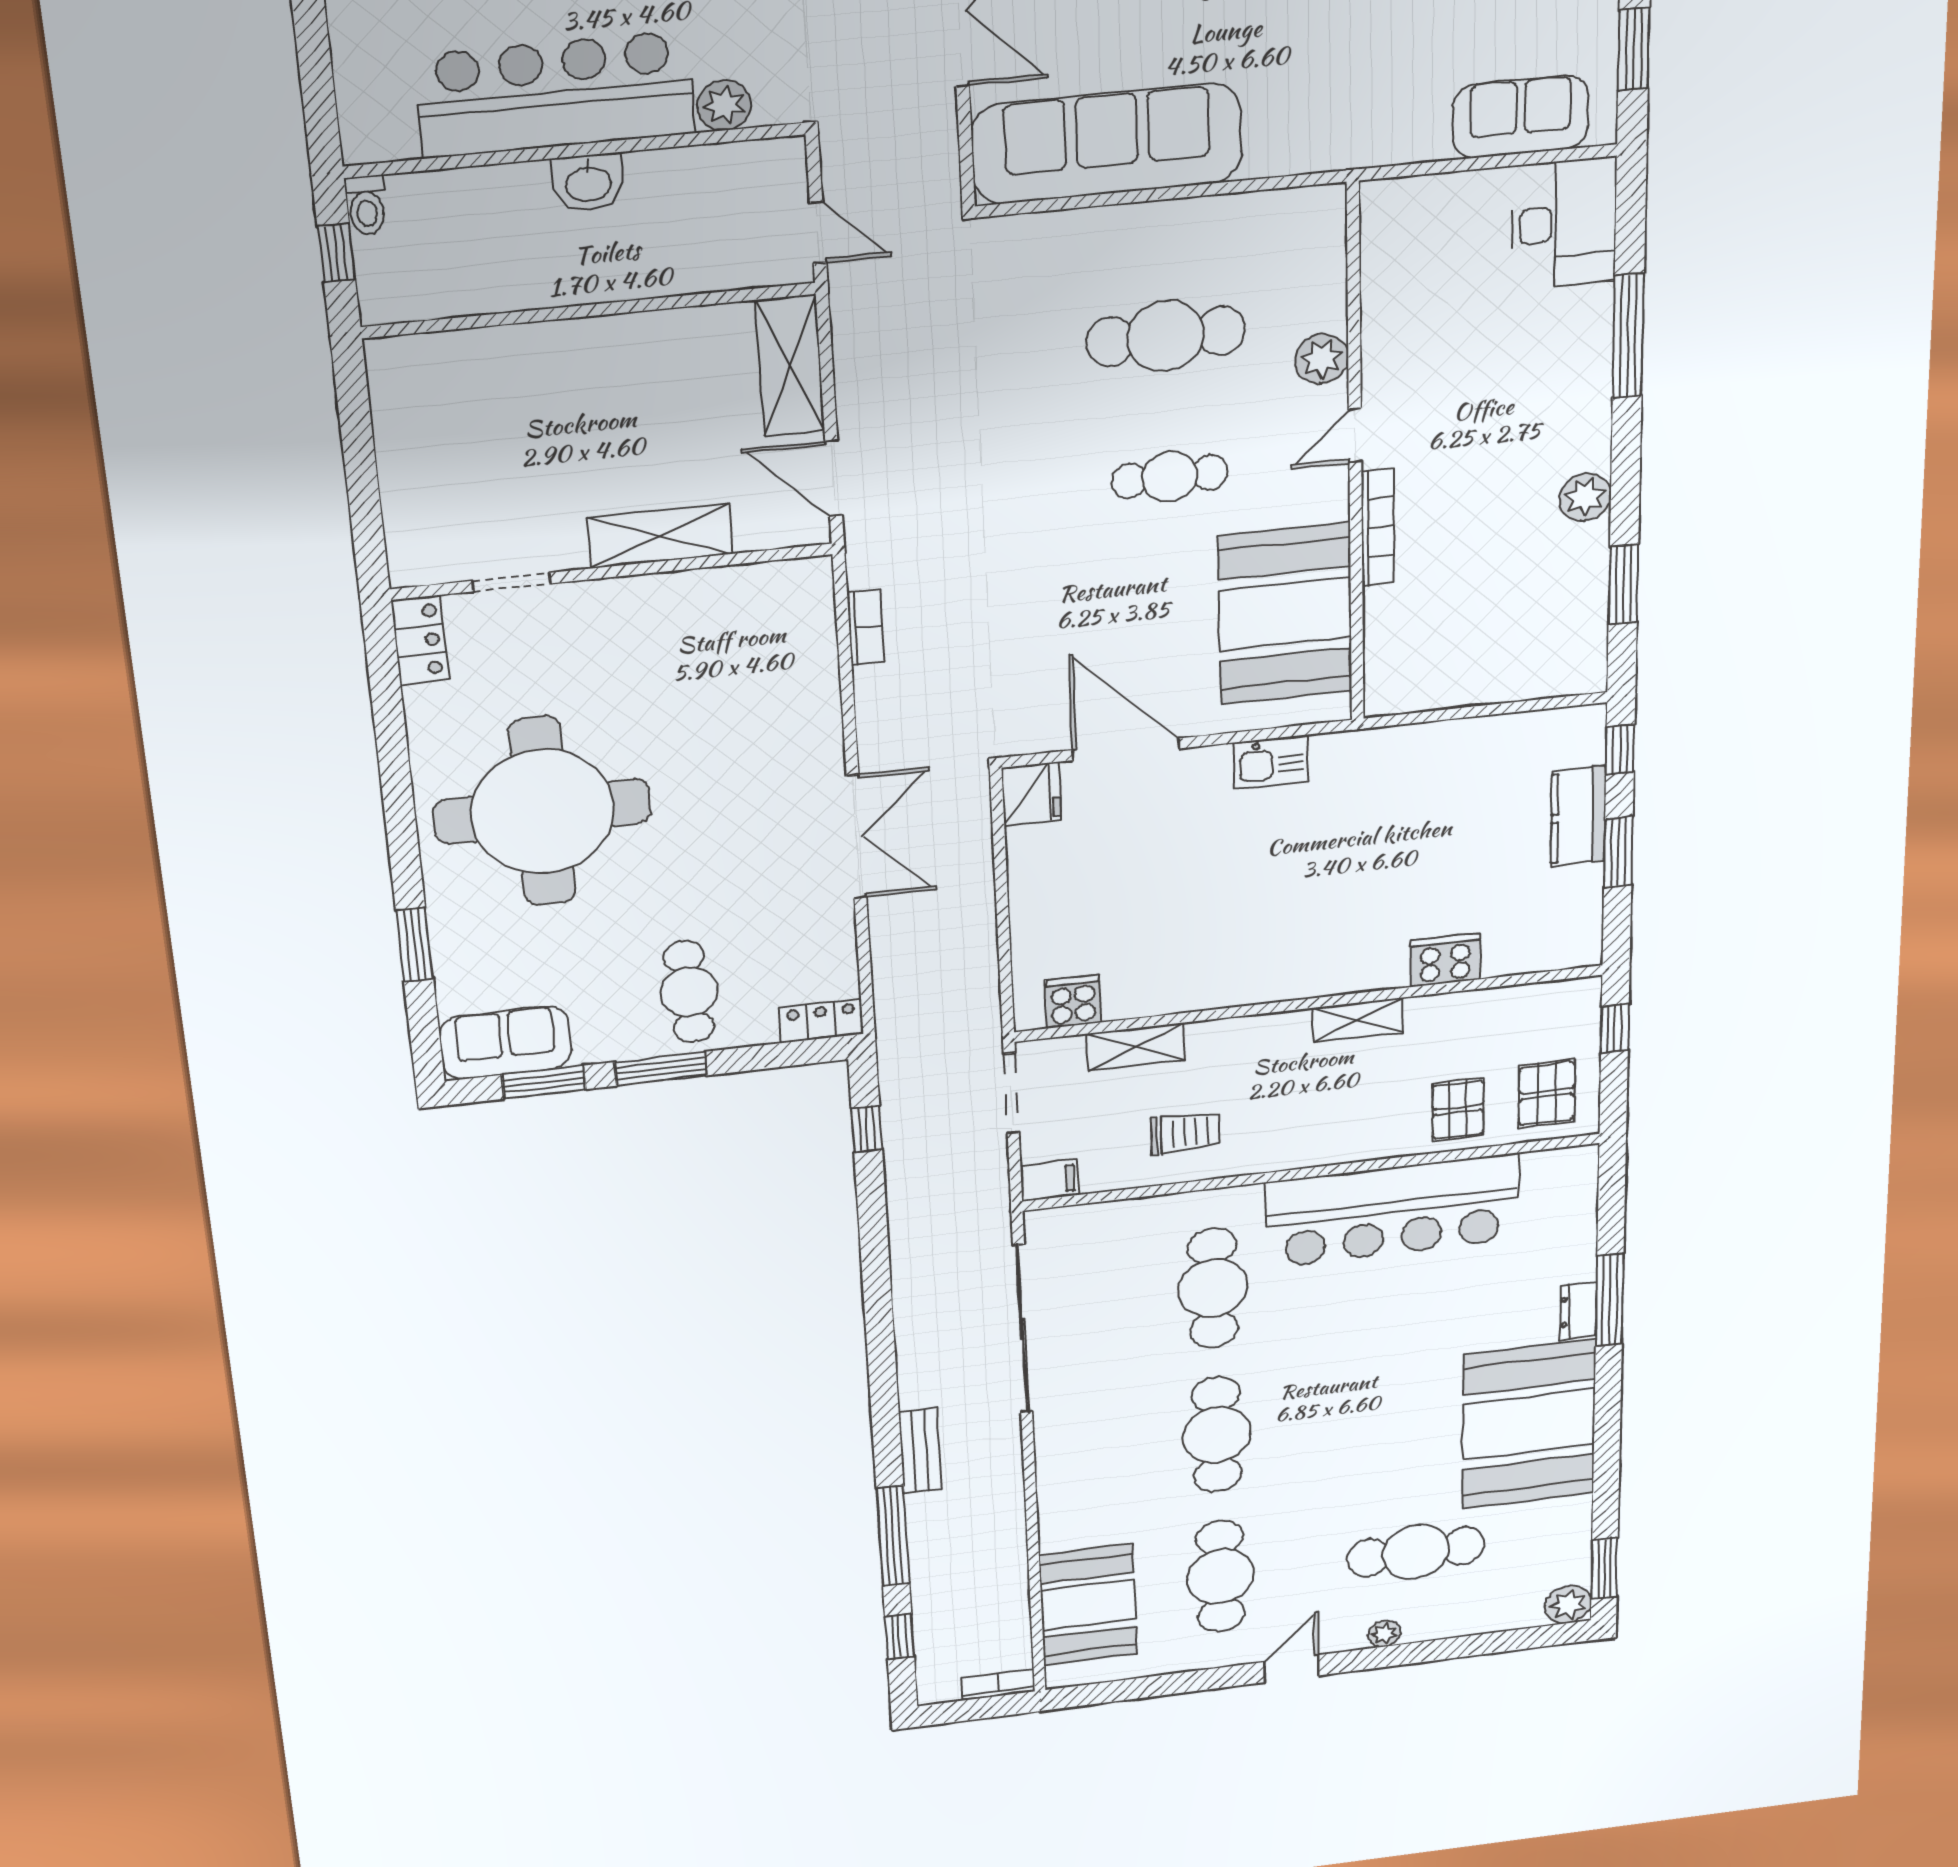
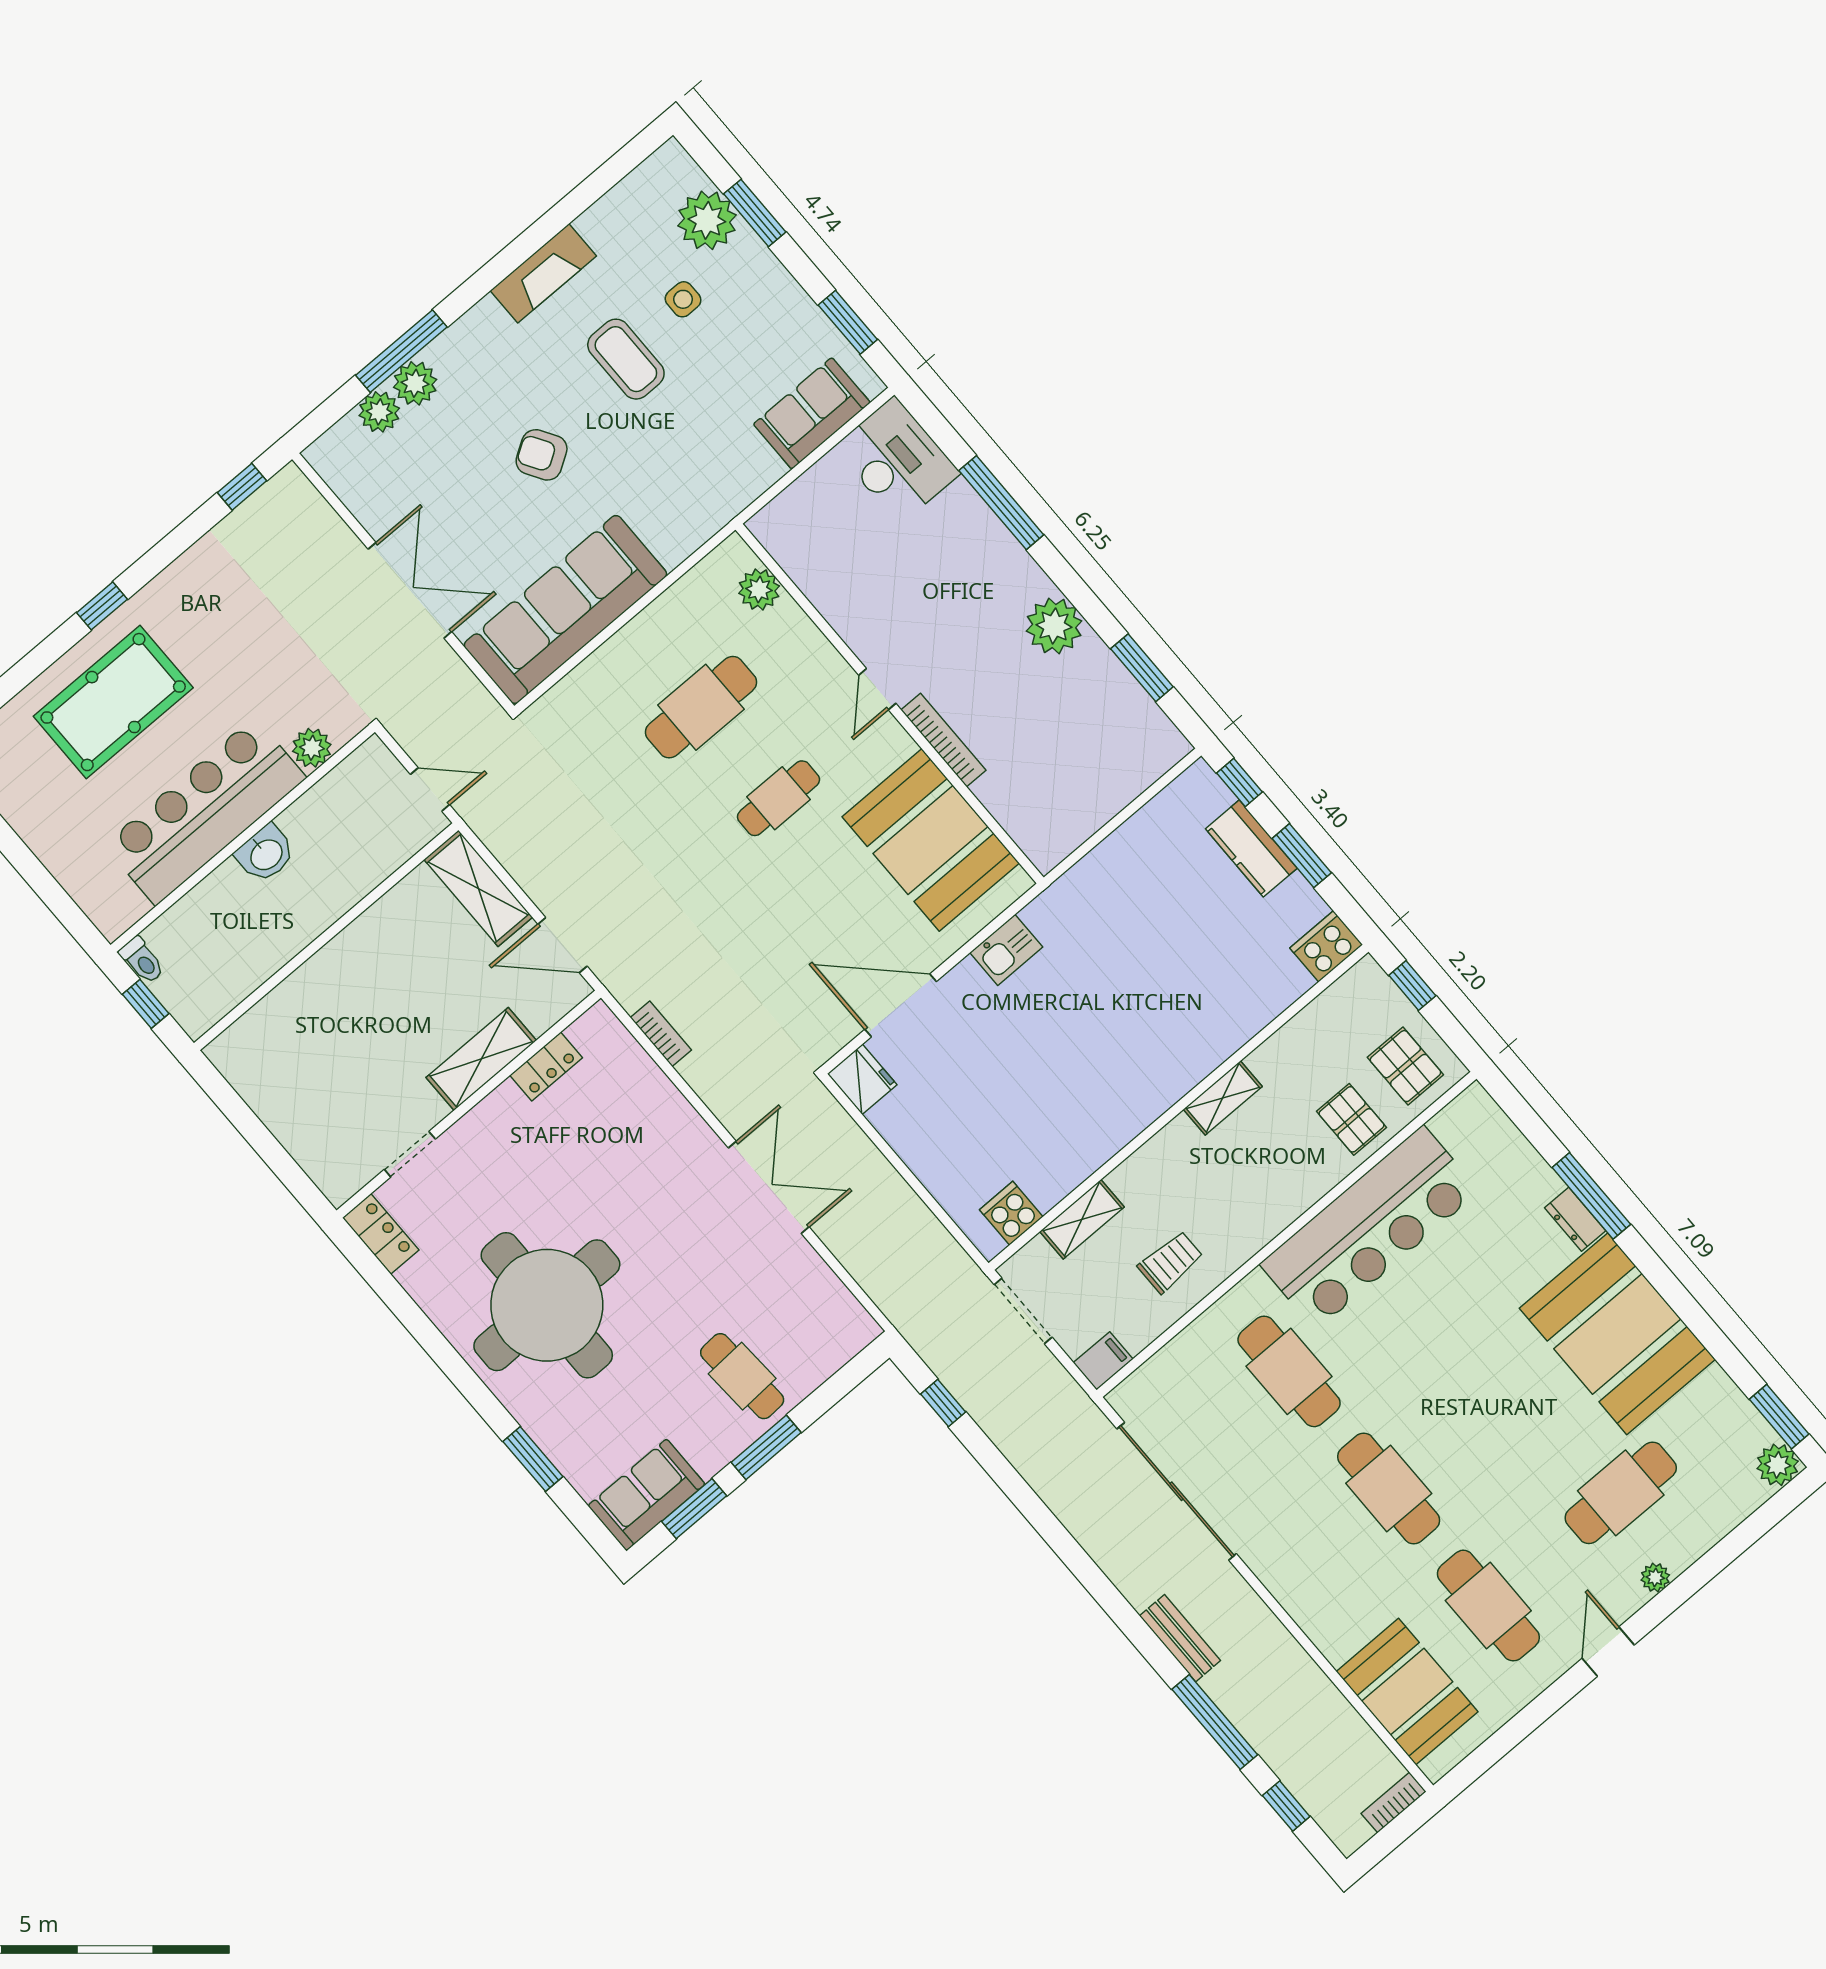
plant: (1322, 359) -> (759, 590), moved
plant: (1585, 497) -> (1054, 626), width x1.36, depth x1.36
cooker: (1445, 960) -> (1326, 946), moved
locker: (821, 1021) -> (546, 1067), moved, turned 180

